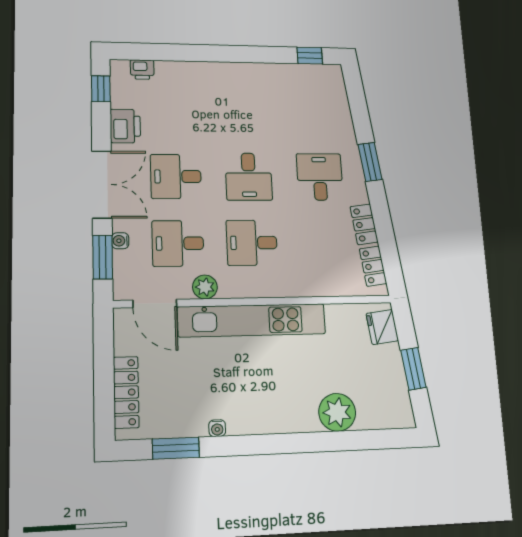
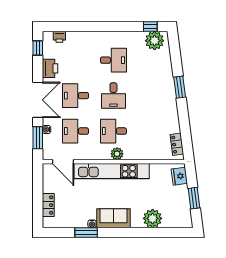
plant: (319, 80) -> (155, 41), added
desk: (320, 177) -> (113, 60), moved, turned 90
locker: (364, 224) -> (174, 122), removed
plant: (205, 287) -> (117, 154), moved
locker: (126, 392) -> (48, 205), width x0.66
sofa: (260, 415) -> (114, 218), added
window: (176, 448) -> (86, 233), moved

